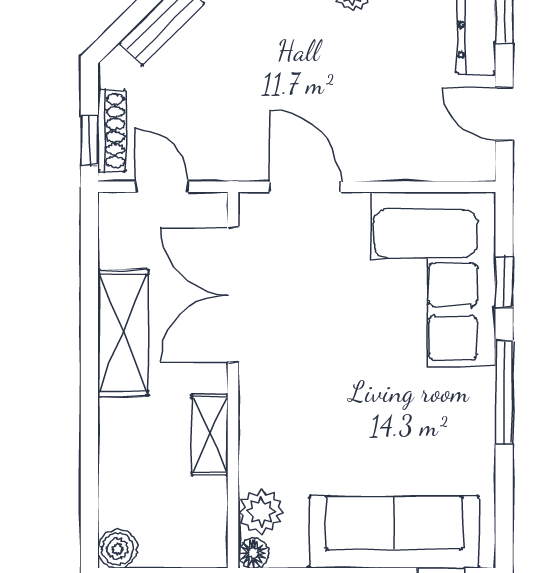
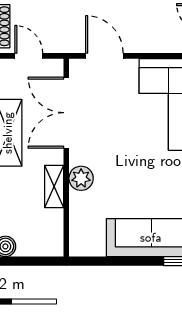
plant: (261, 512) -> (81, 178), moved
floor lamp: (253, 553) -> (77, 249), removed

